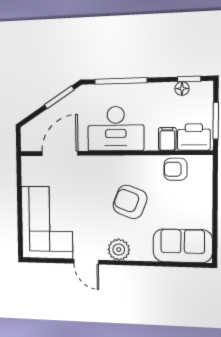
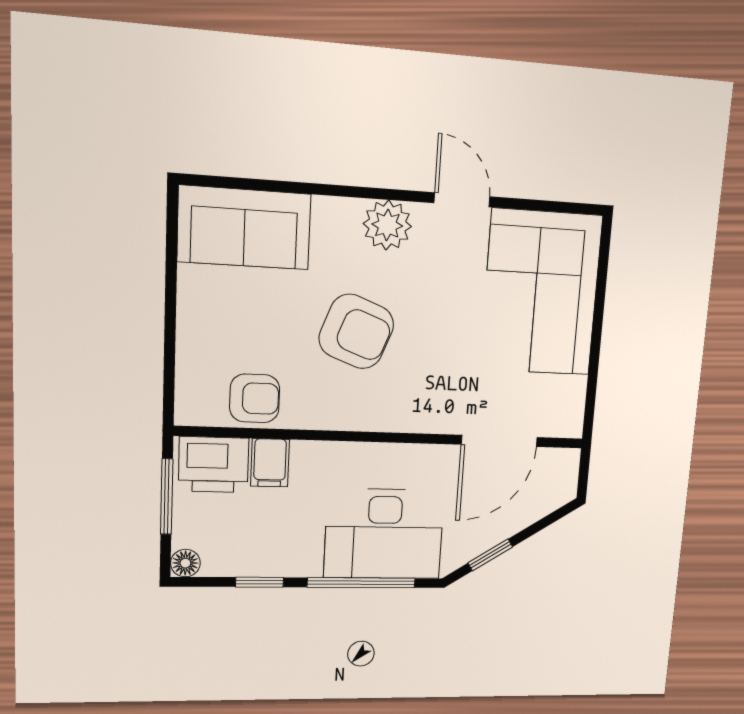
window: (189, 79) -> (260, 582), moved
floor lamp: (182, 89) -> (185, 563), moved
window: (59, 97) -> (490, 555), width x0.67
desk: (116, 129) -> (384, 534), moved, turned 180

